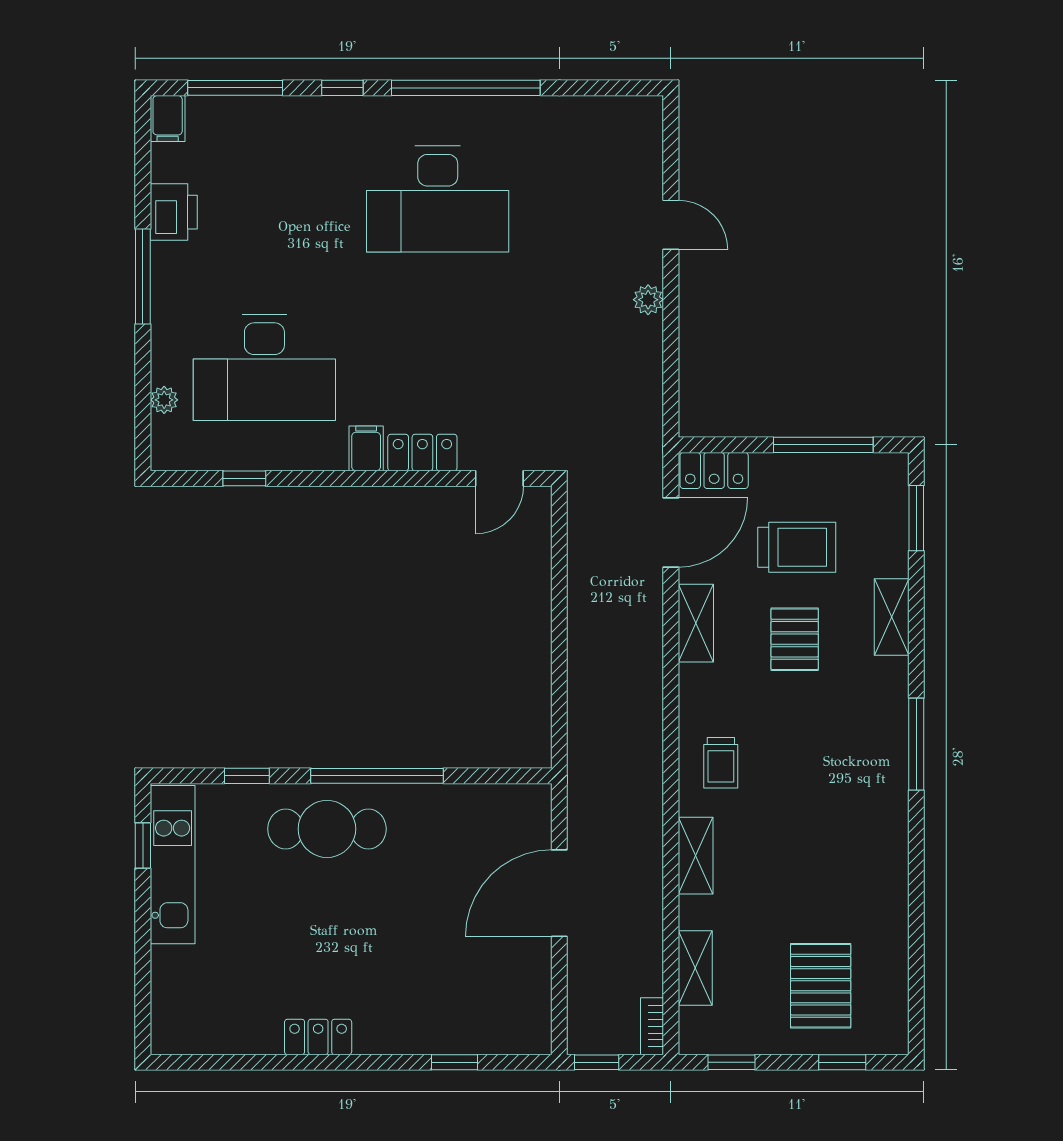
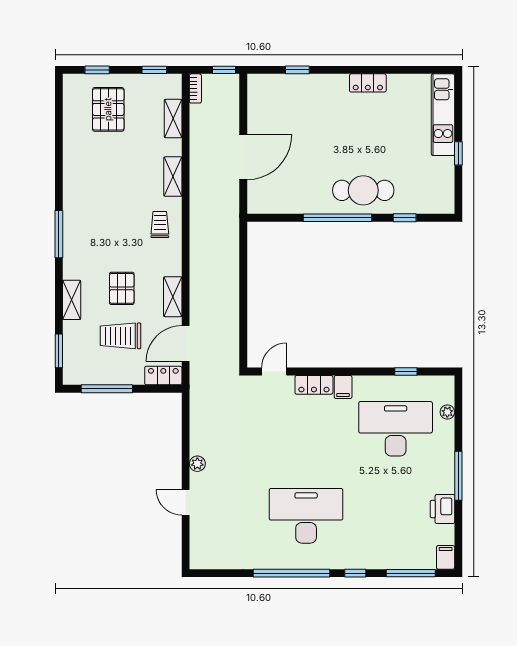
window: (143, 846) -> (458, 153), moved
kitchen unit: (173, 865) -> (443, 115), moved

